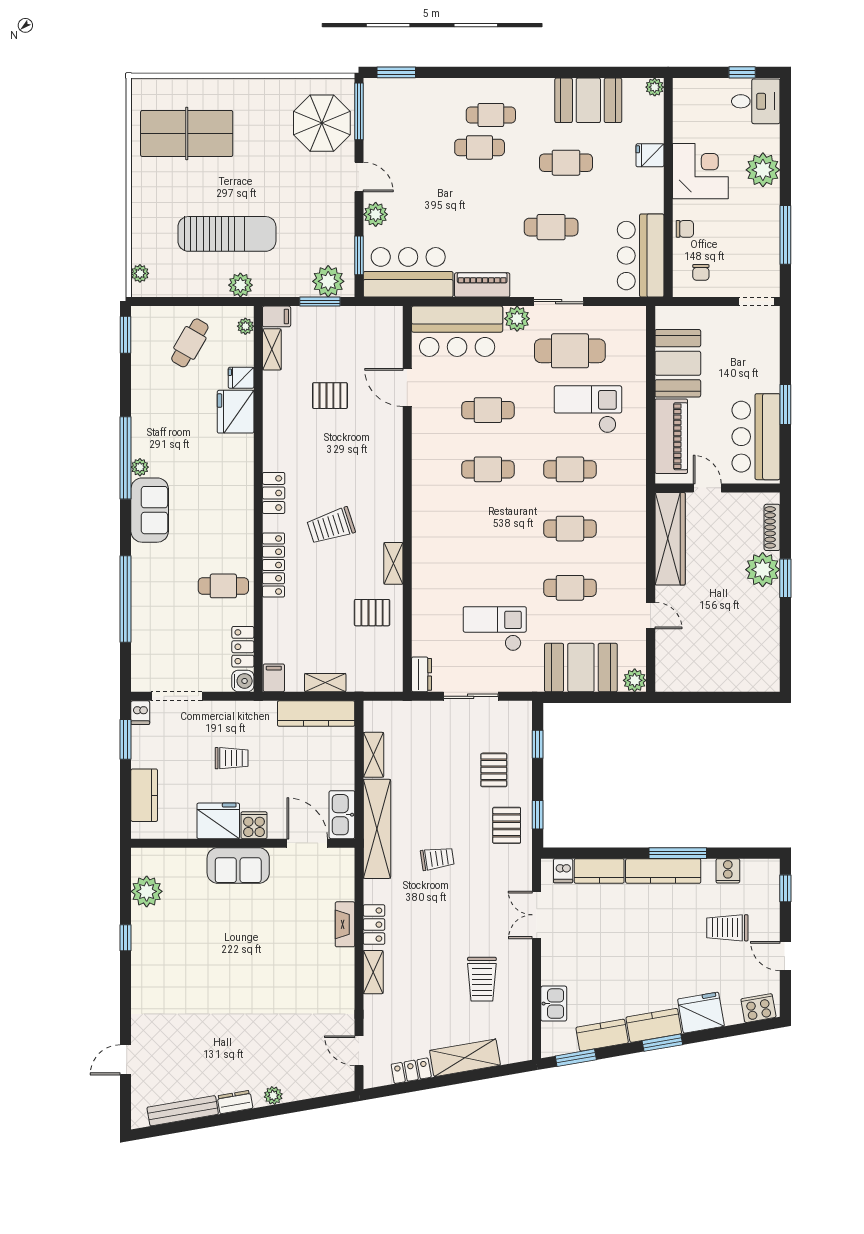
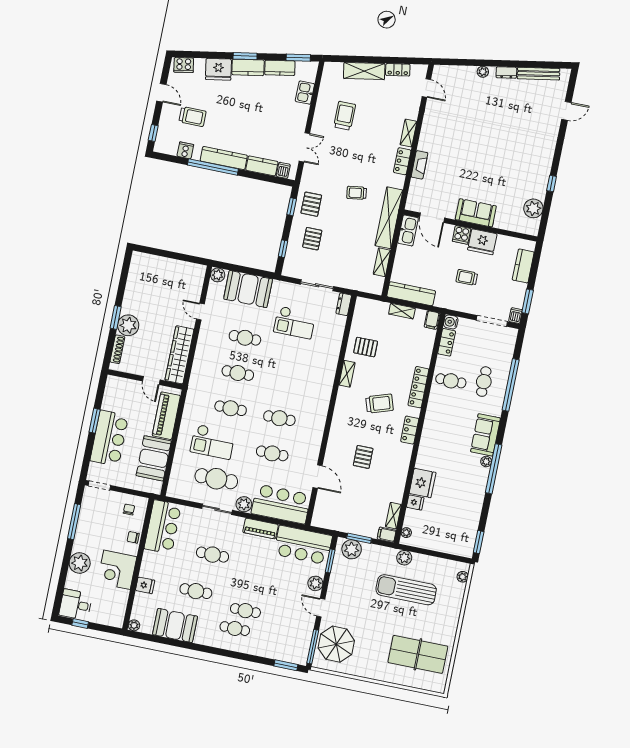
cafe table: (190, 343) -> (484, 382), moved, turned -30
pallet: (330, 396) -> (363, 457), moved, turned 90
bar counter: (756, 437) -> (109, 438), moved
window: (678, 853) -> (213, 167), width x1.46

